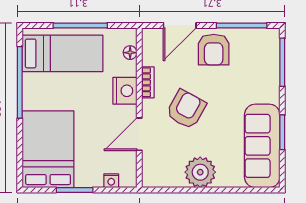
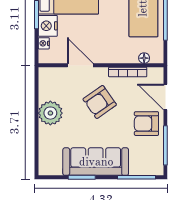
bookcase: (148, 82) -> (128, 72), width x1.56
nightstand: (125, 91) -> (48, 26), moved, turned 90
armchair: (186, 109) -> (100, 102), turned 116
sofa: (262, 146) -> (96, 162), moved

